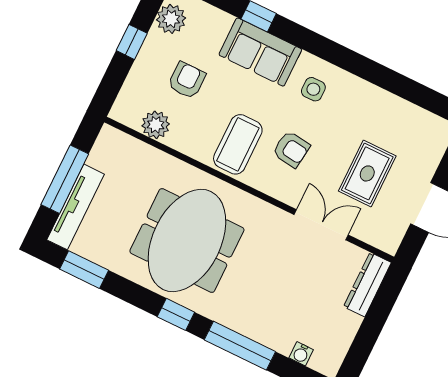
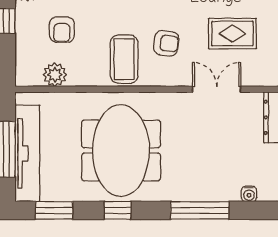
armchair: (187, 80) -> (62, 30), turned 180
rug: (367, 173) -> (232, 34), turned 90
tv unit: (76, 207) -> (27, 153), width x1.36, depth x1.29
window: (176, 314) -> (118, 210), moved

